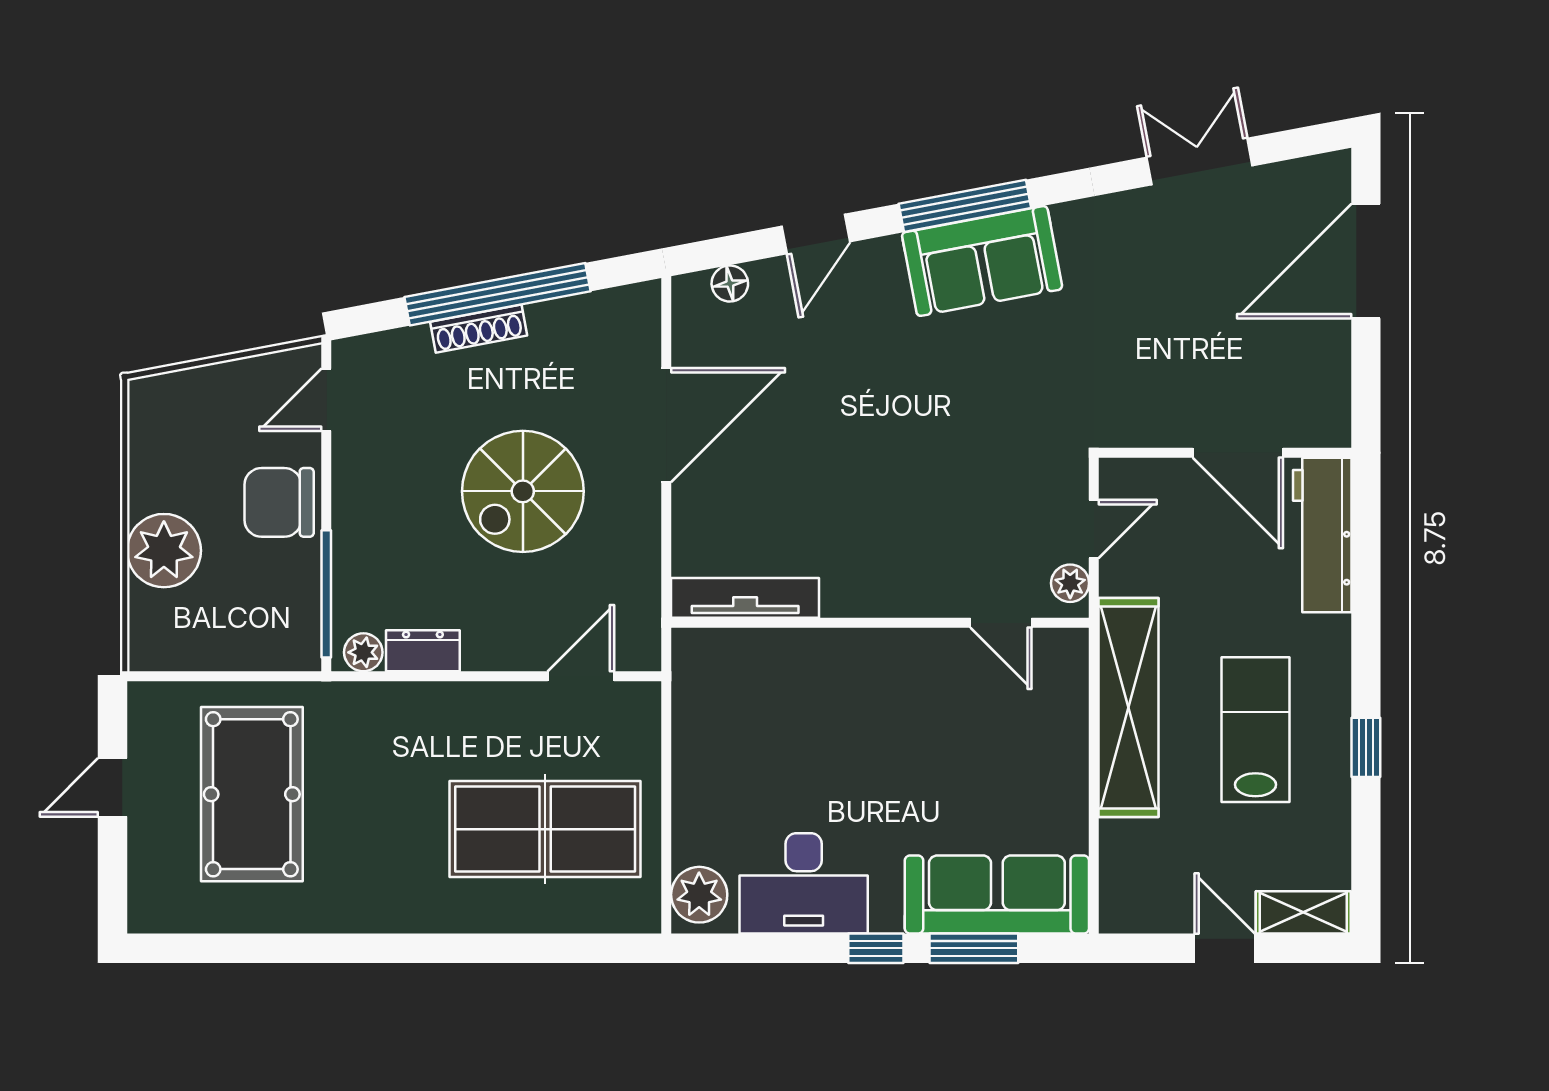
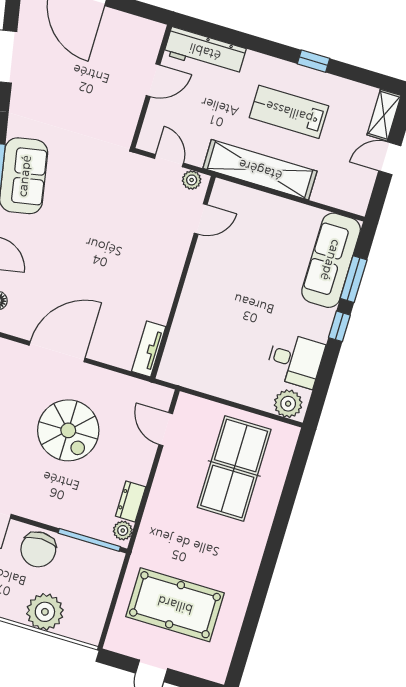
door: (666, 425) -> (57, 352), hinge flipped
door: (1238, 453) -> (153, 80), width x0.73
tv unit: (745, 598) -> (149, 349), width x0.71
desk: (804, 883) -> (295, 360), width x0.73

